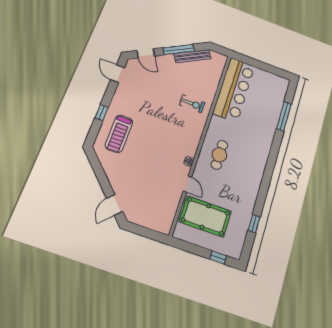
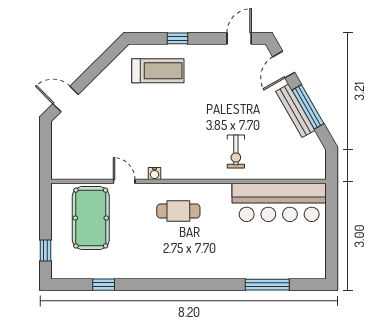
bench: (192, 56) -> (295, 111), moved
treadmill: (119, 134) -> (158, 71), turned 180
door: (187, 184) -> (124, 181), swing flipped

